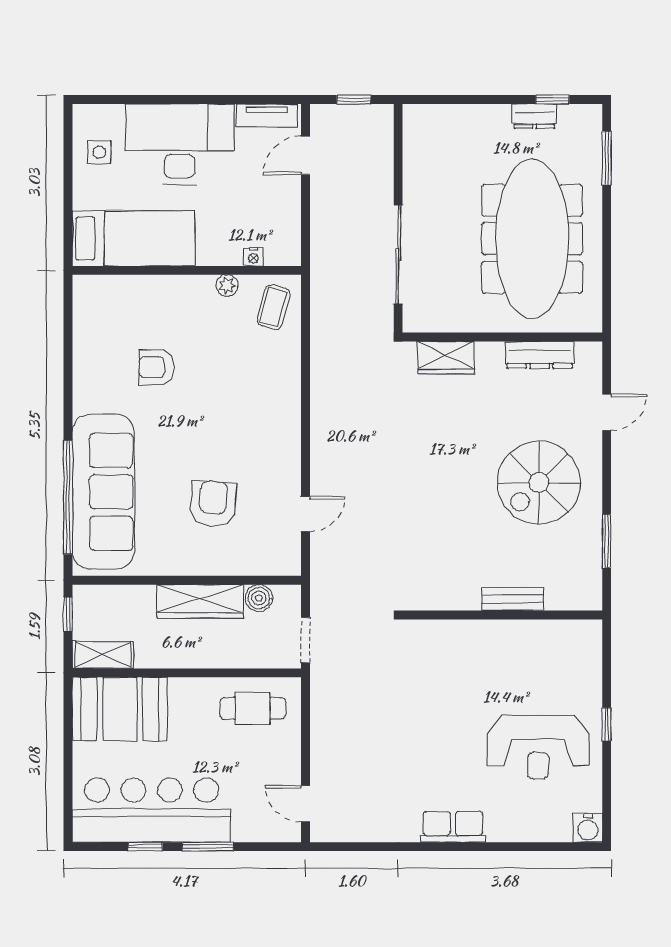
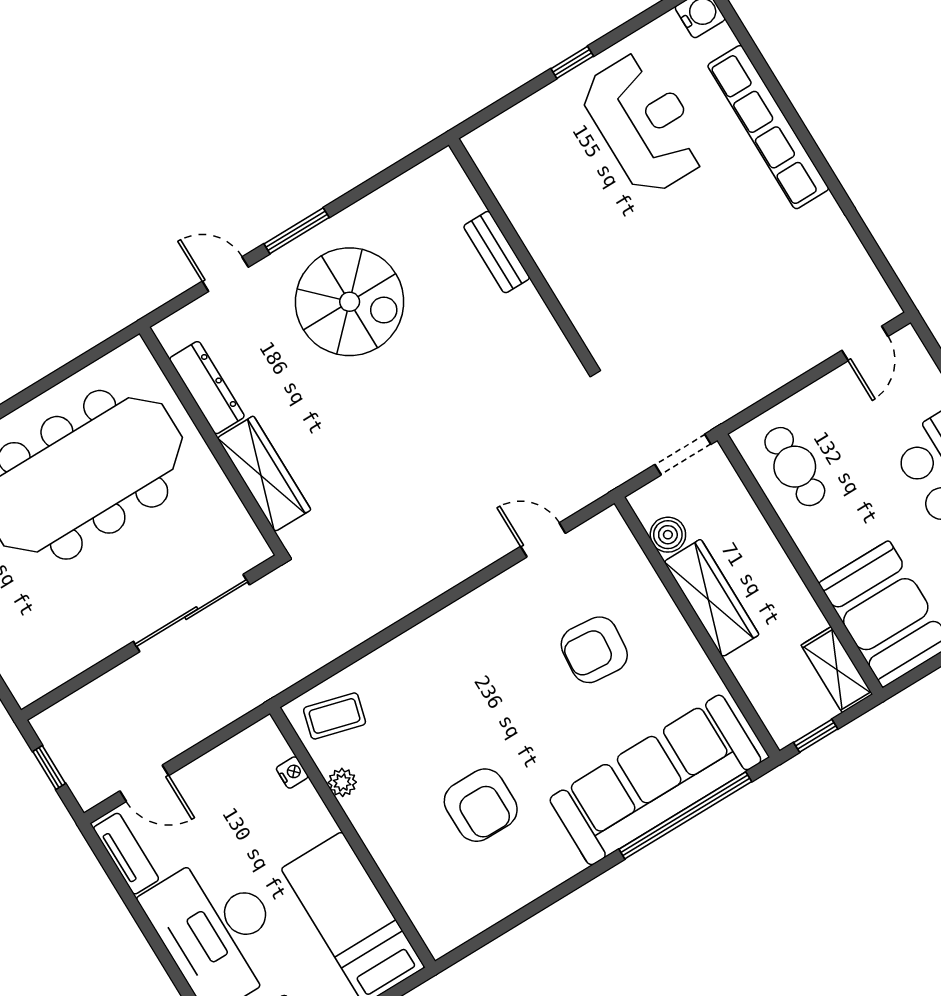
wardrobe: (446, 358) -> (264, 474), width x1.50
armchair: (157, 367) -> (481, 805), width x1.38, depth x1.38
window: (607, 541) -> (297, 231), moved
row of seats: (453, 827) -> (768, 127), width x2.02

